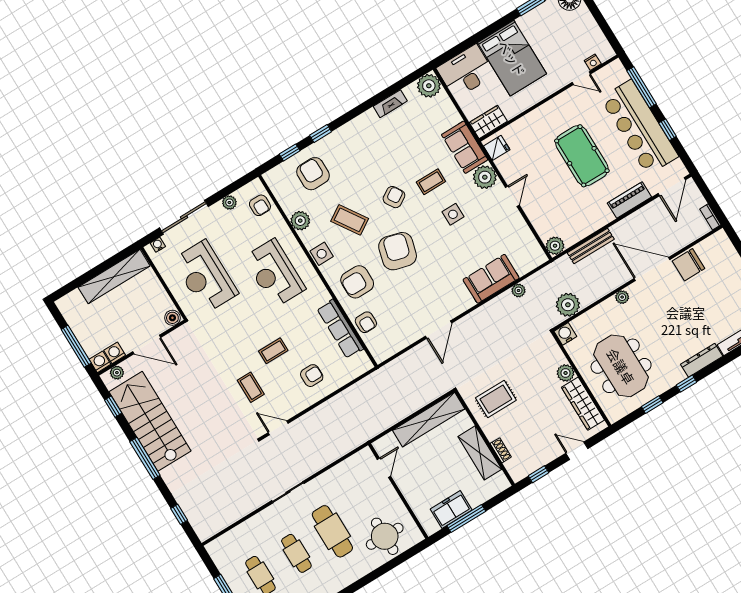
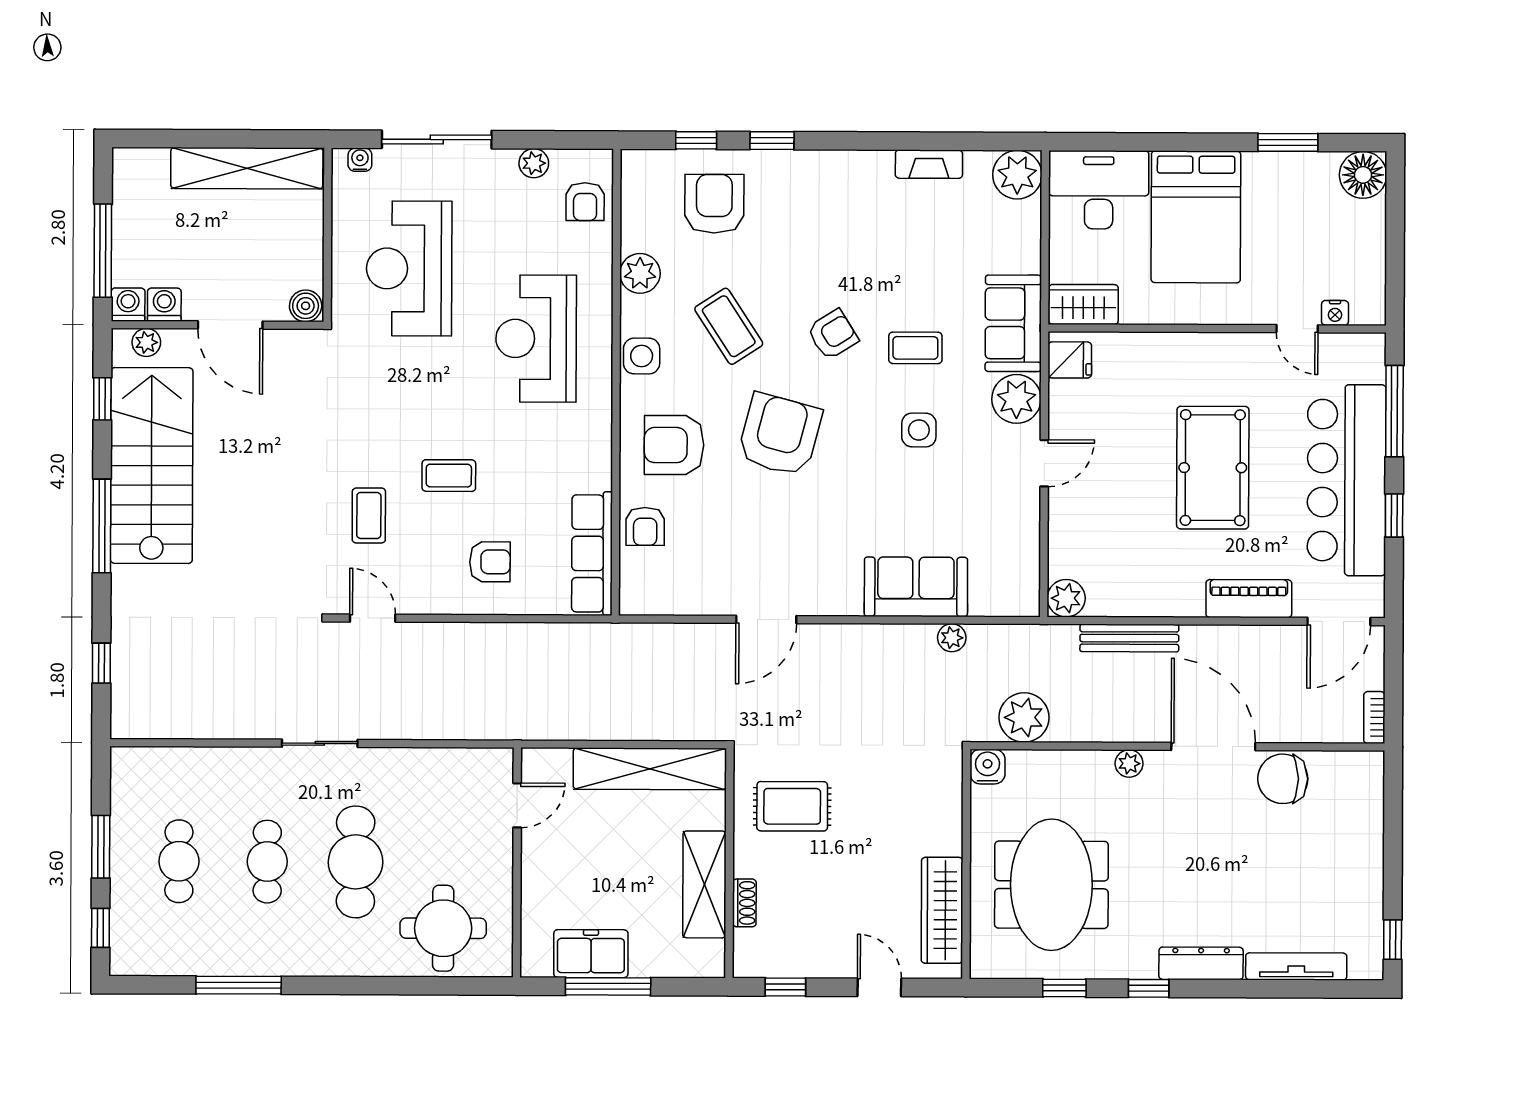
row of seats: (340, 329) -> (592, 553), moved
plant: (566, 373) -> (945, 836), removed

